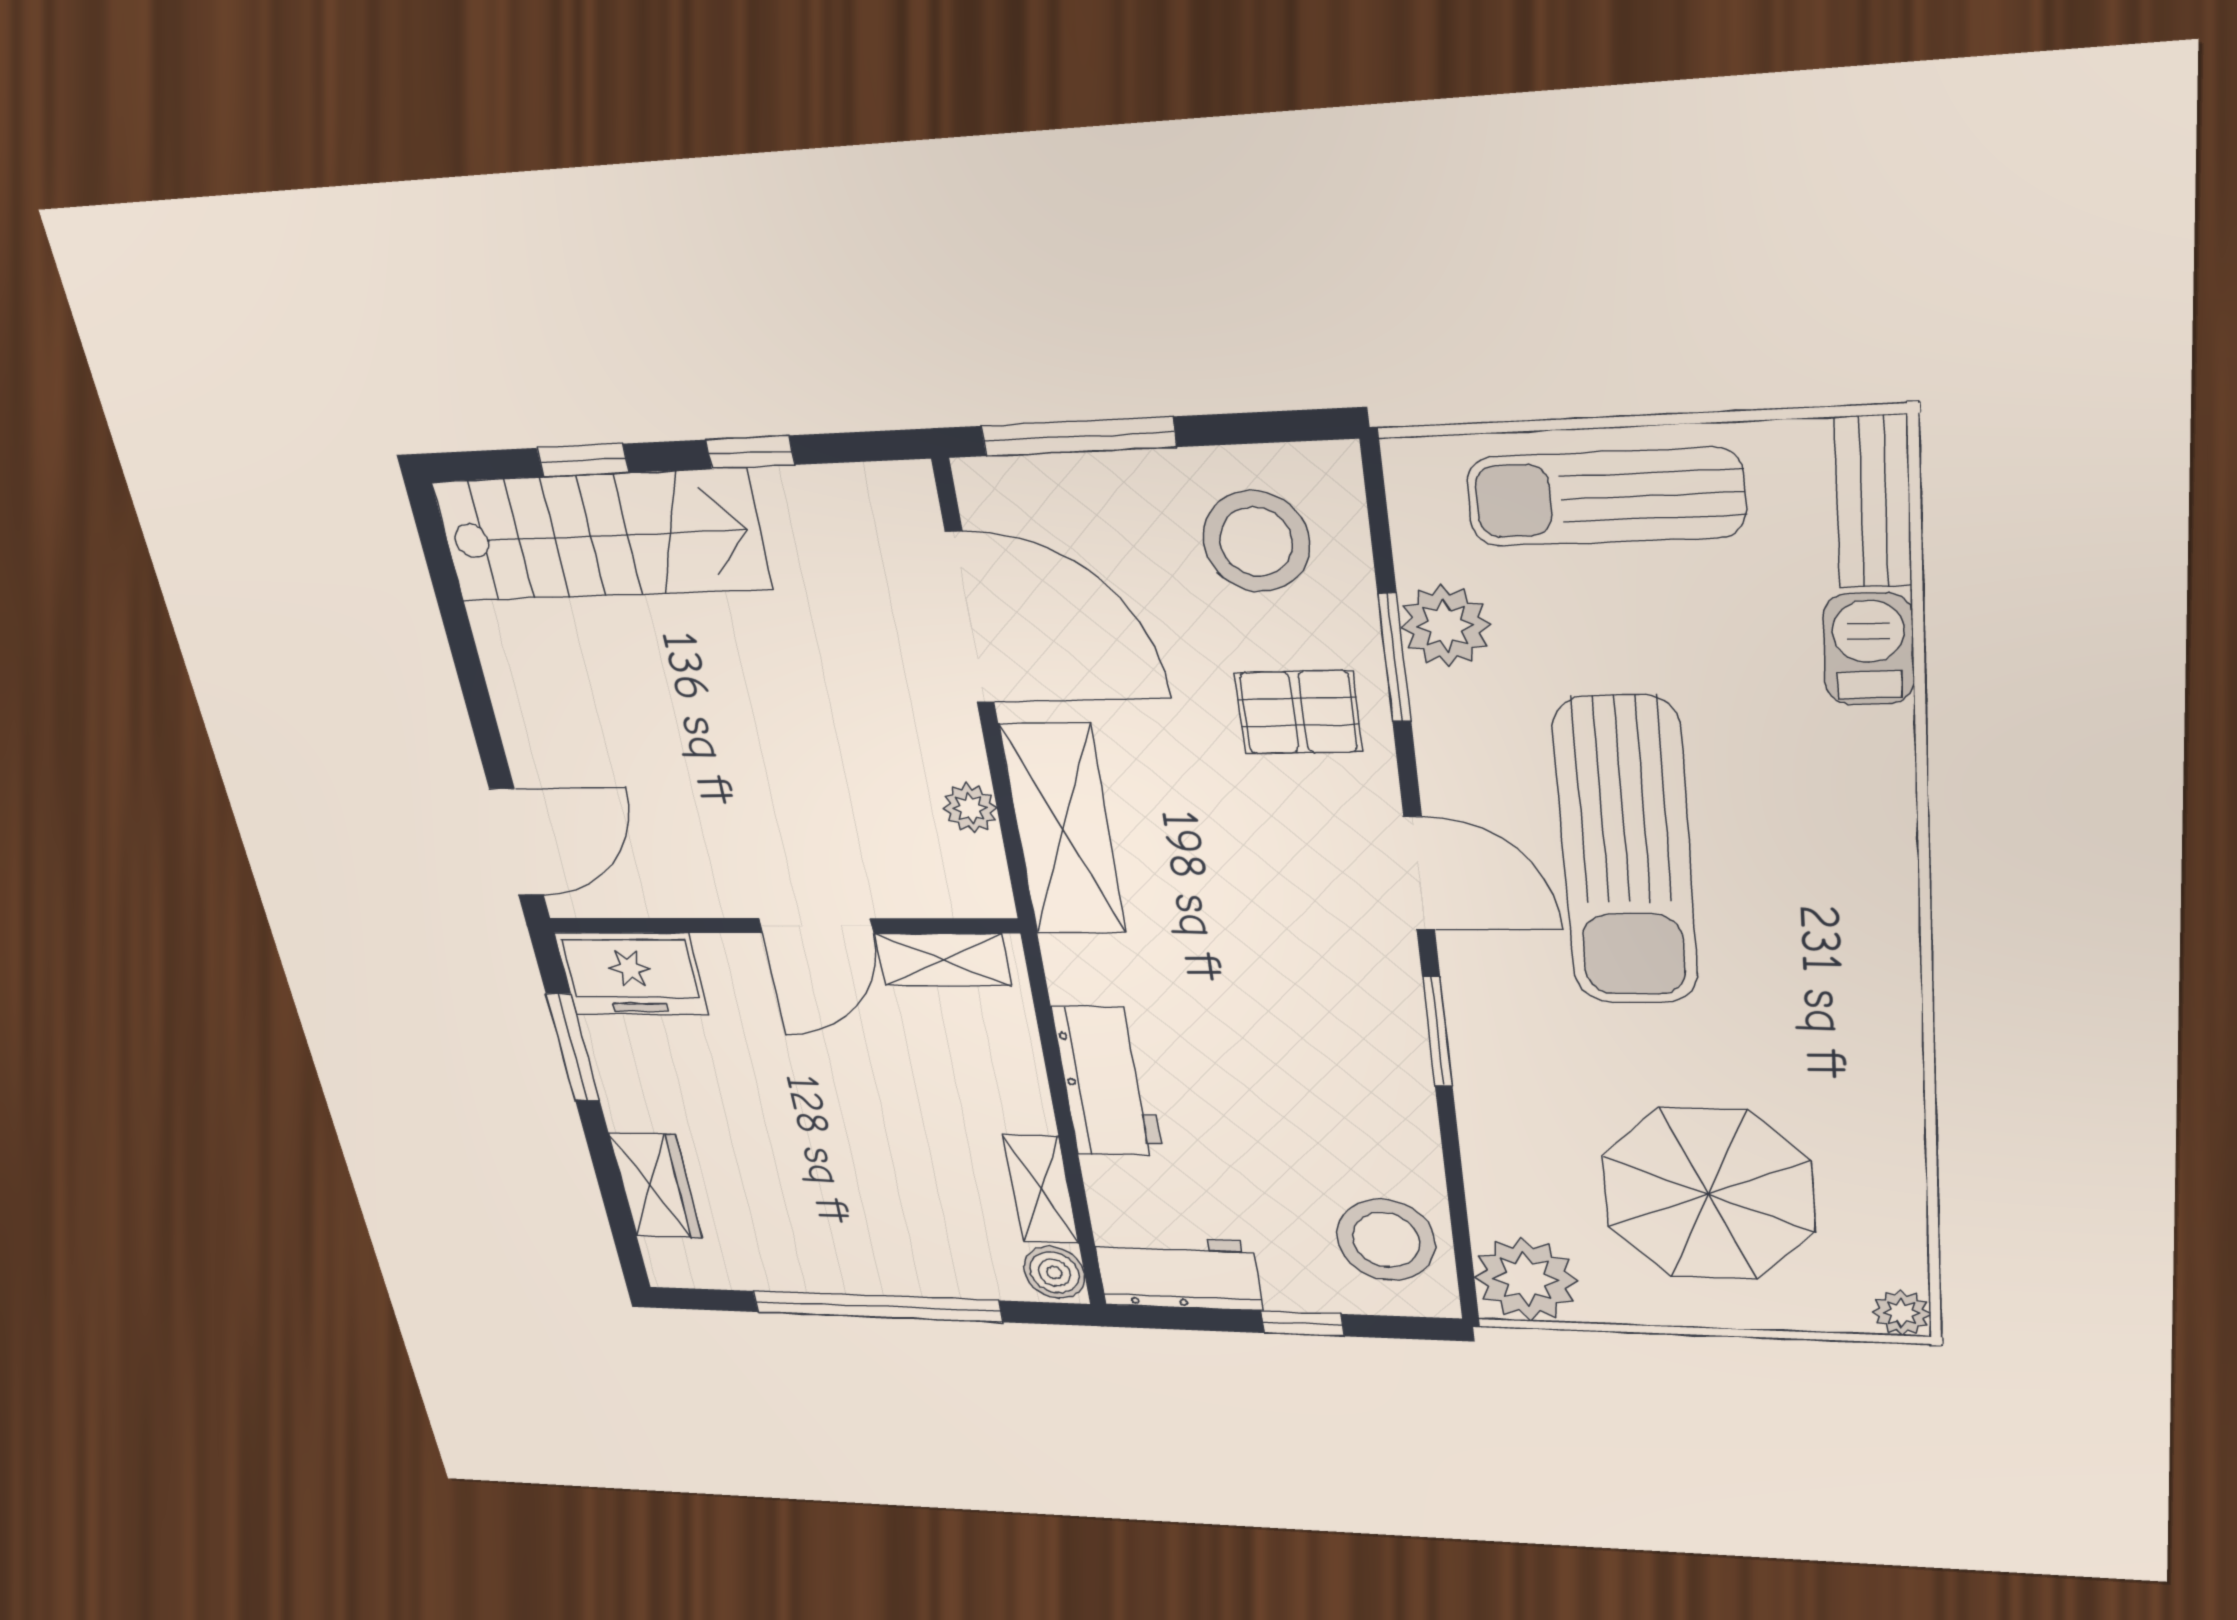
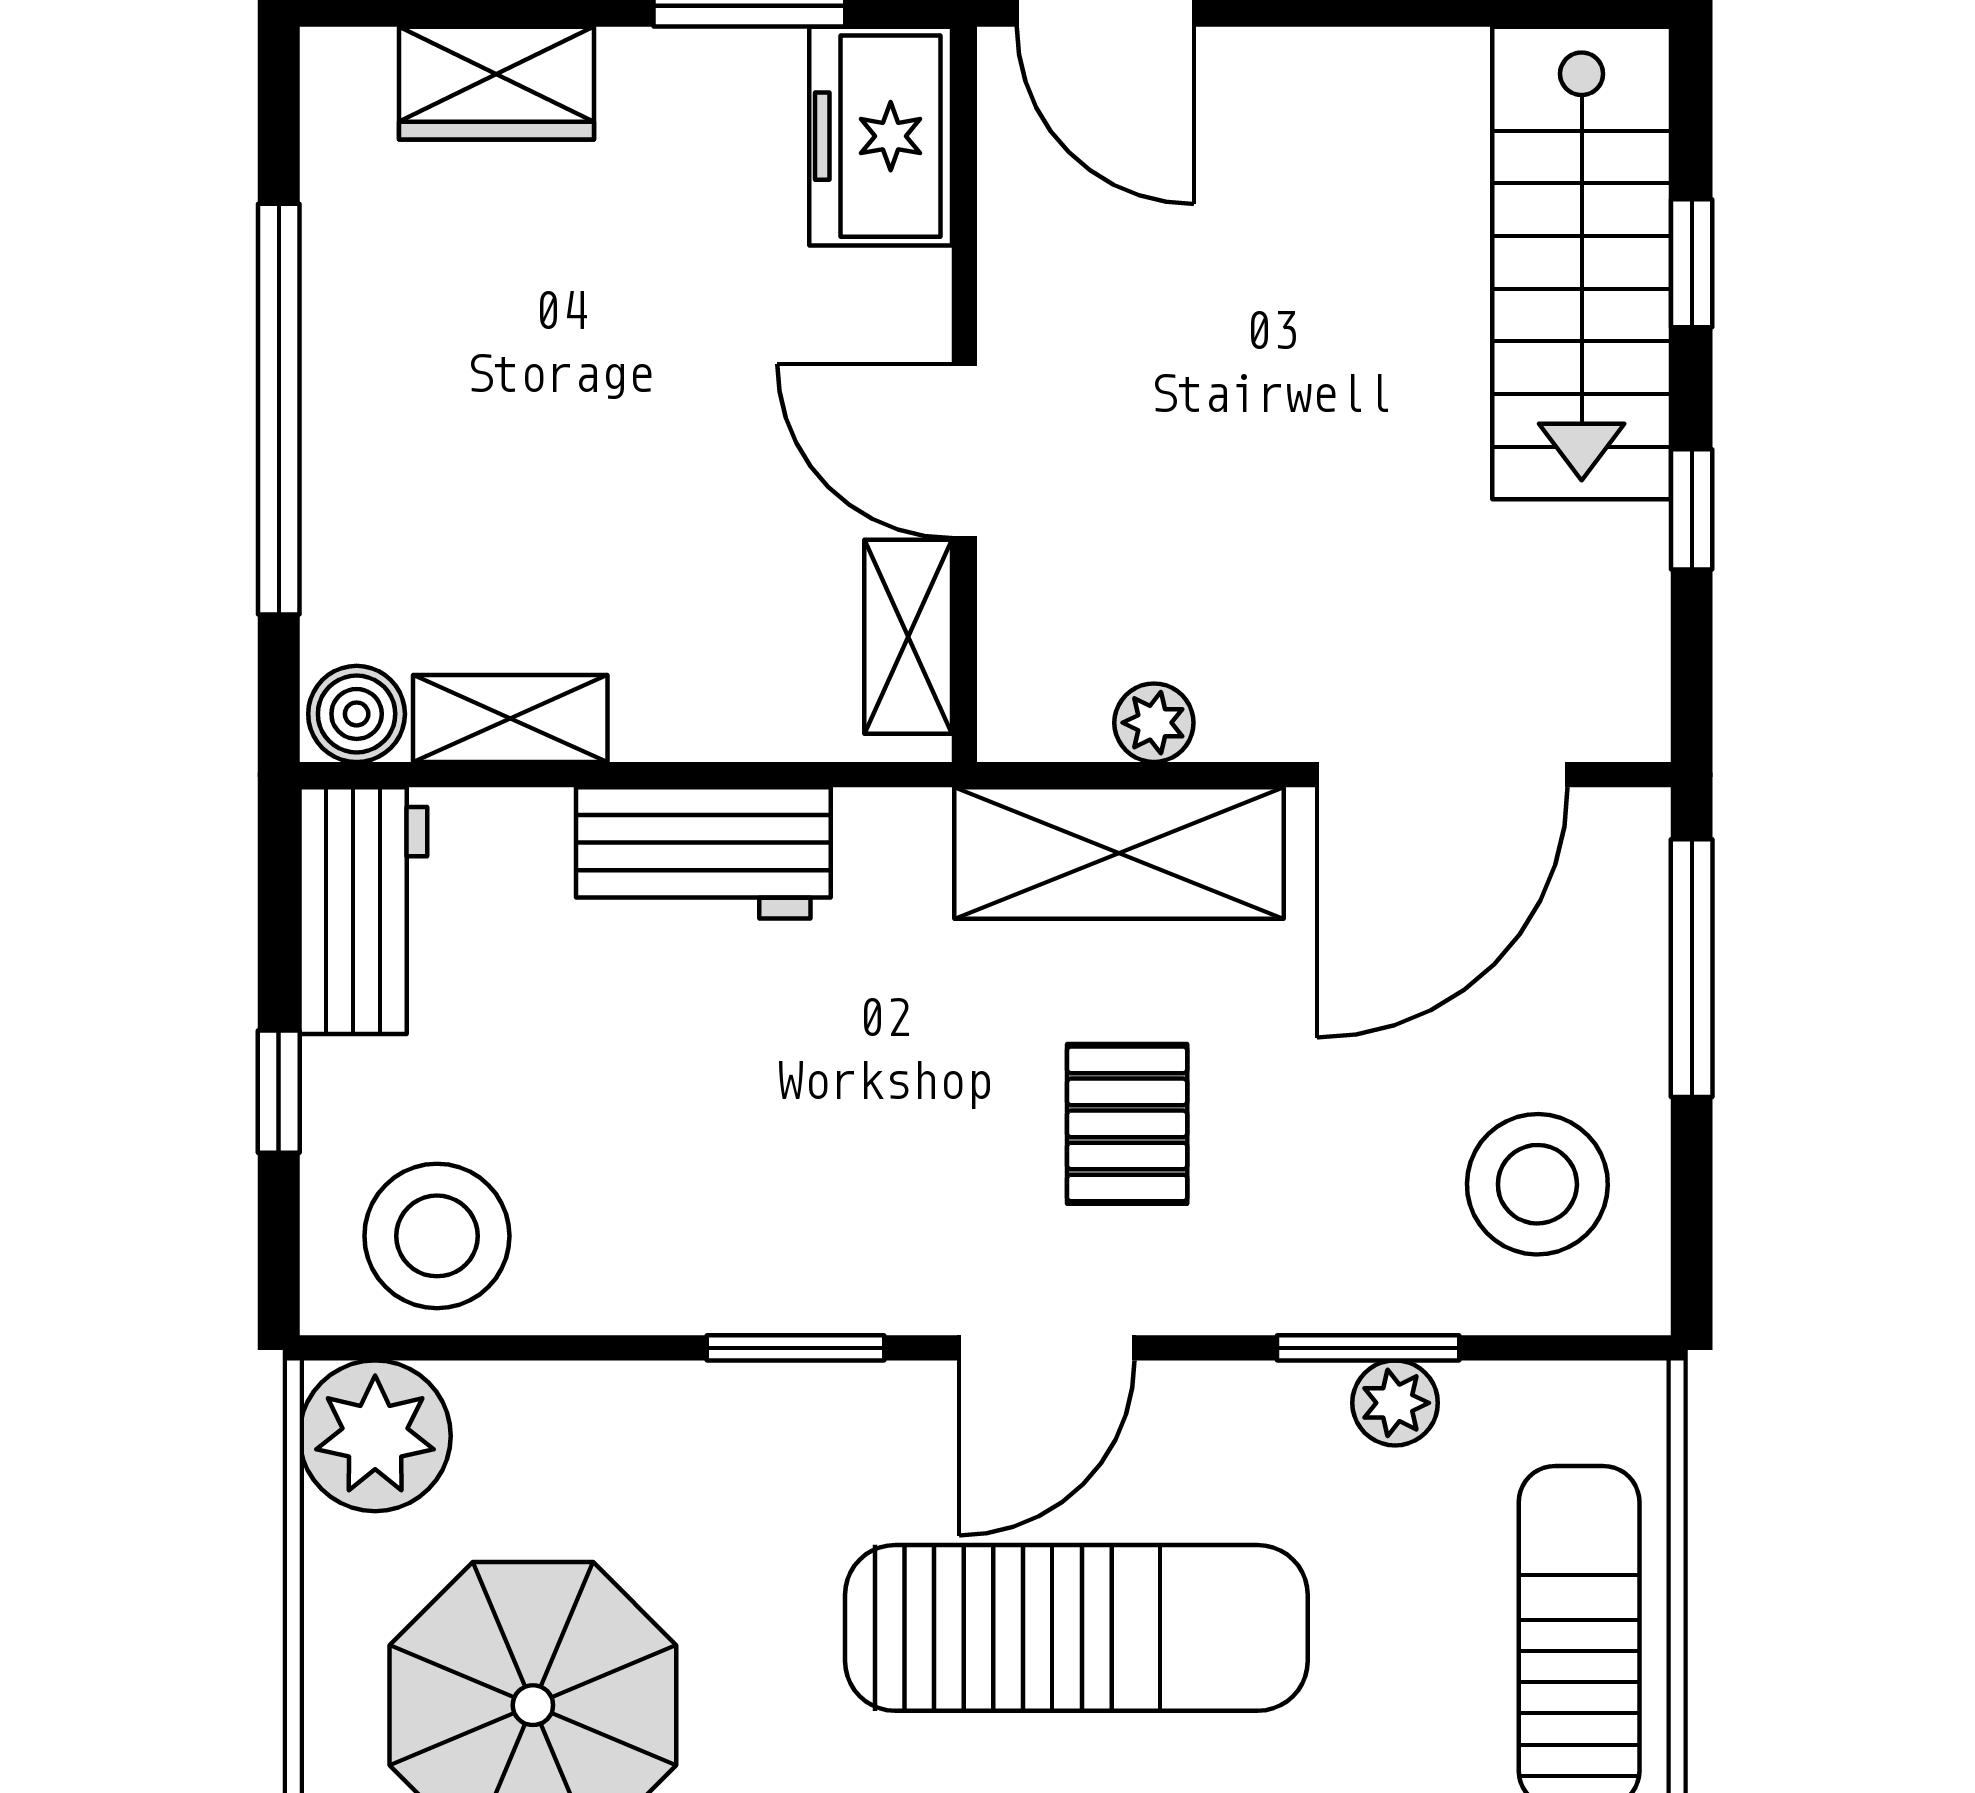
plant: (1445, 626) -> (1395, 1403), width x0.73, depth x0.73
pallet: (1298, 712) -> (1127, 1124), moved
sun lounger: (1626, 853) -> (1076, 1628), turned 180

